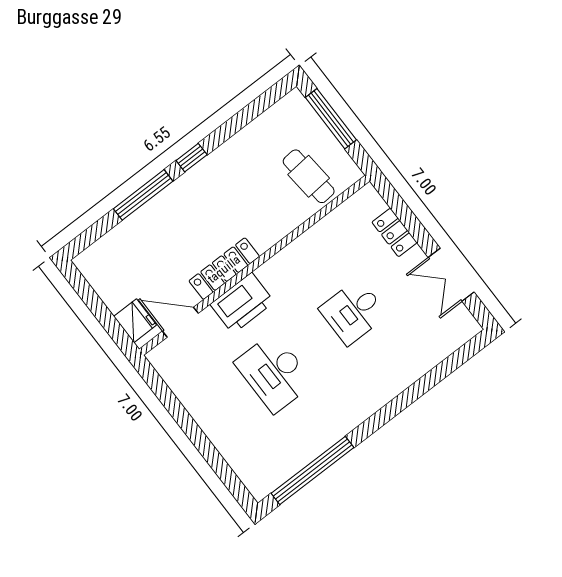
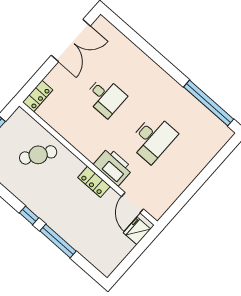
cafe table: (309, 176) -> (38, 155), moved, turned 40
locker: (394, 232) -> (38, 96), moved
locker: (224, 269) -> (94, 182), width x0.66
double door: (451, 275) -> (71, 41), width x1.37

